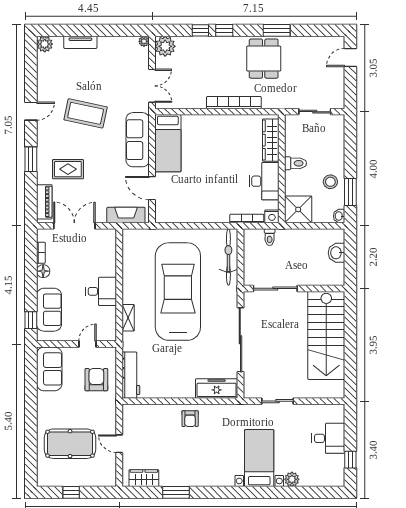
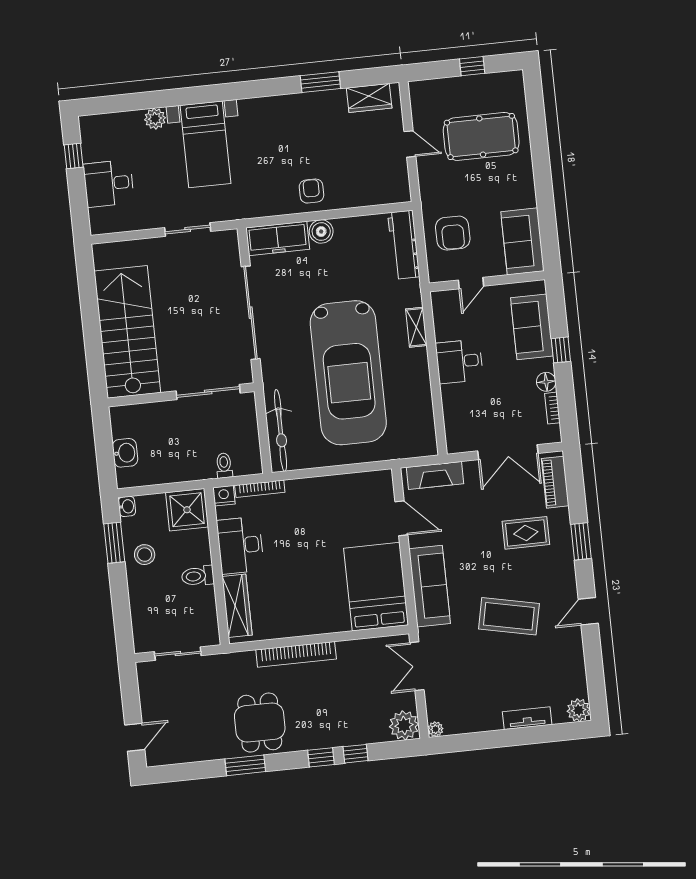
bed: (168, 143) -> (376, 587), width x1.50
window: (31, 320) -> (561, 350), moved
boiler: (186, 390) -> (321, 232), added

